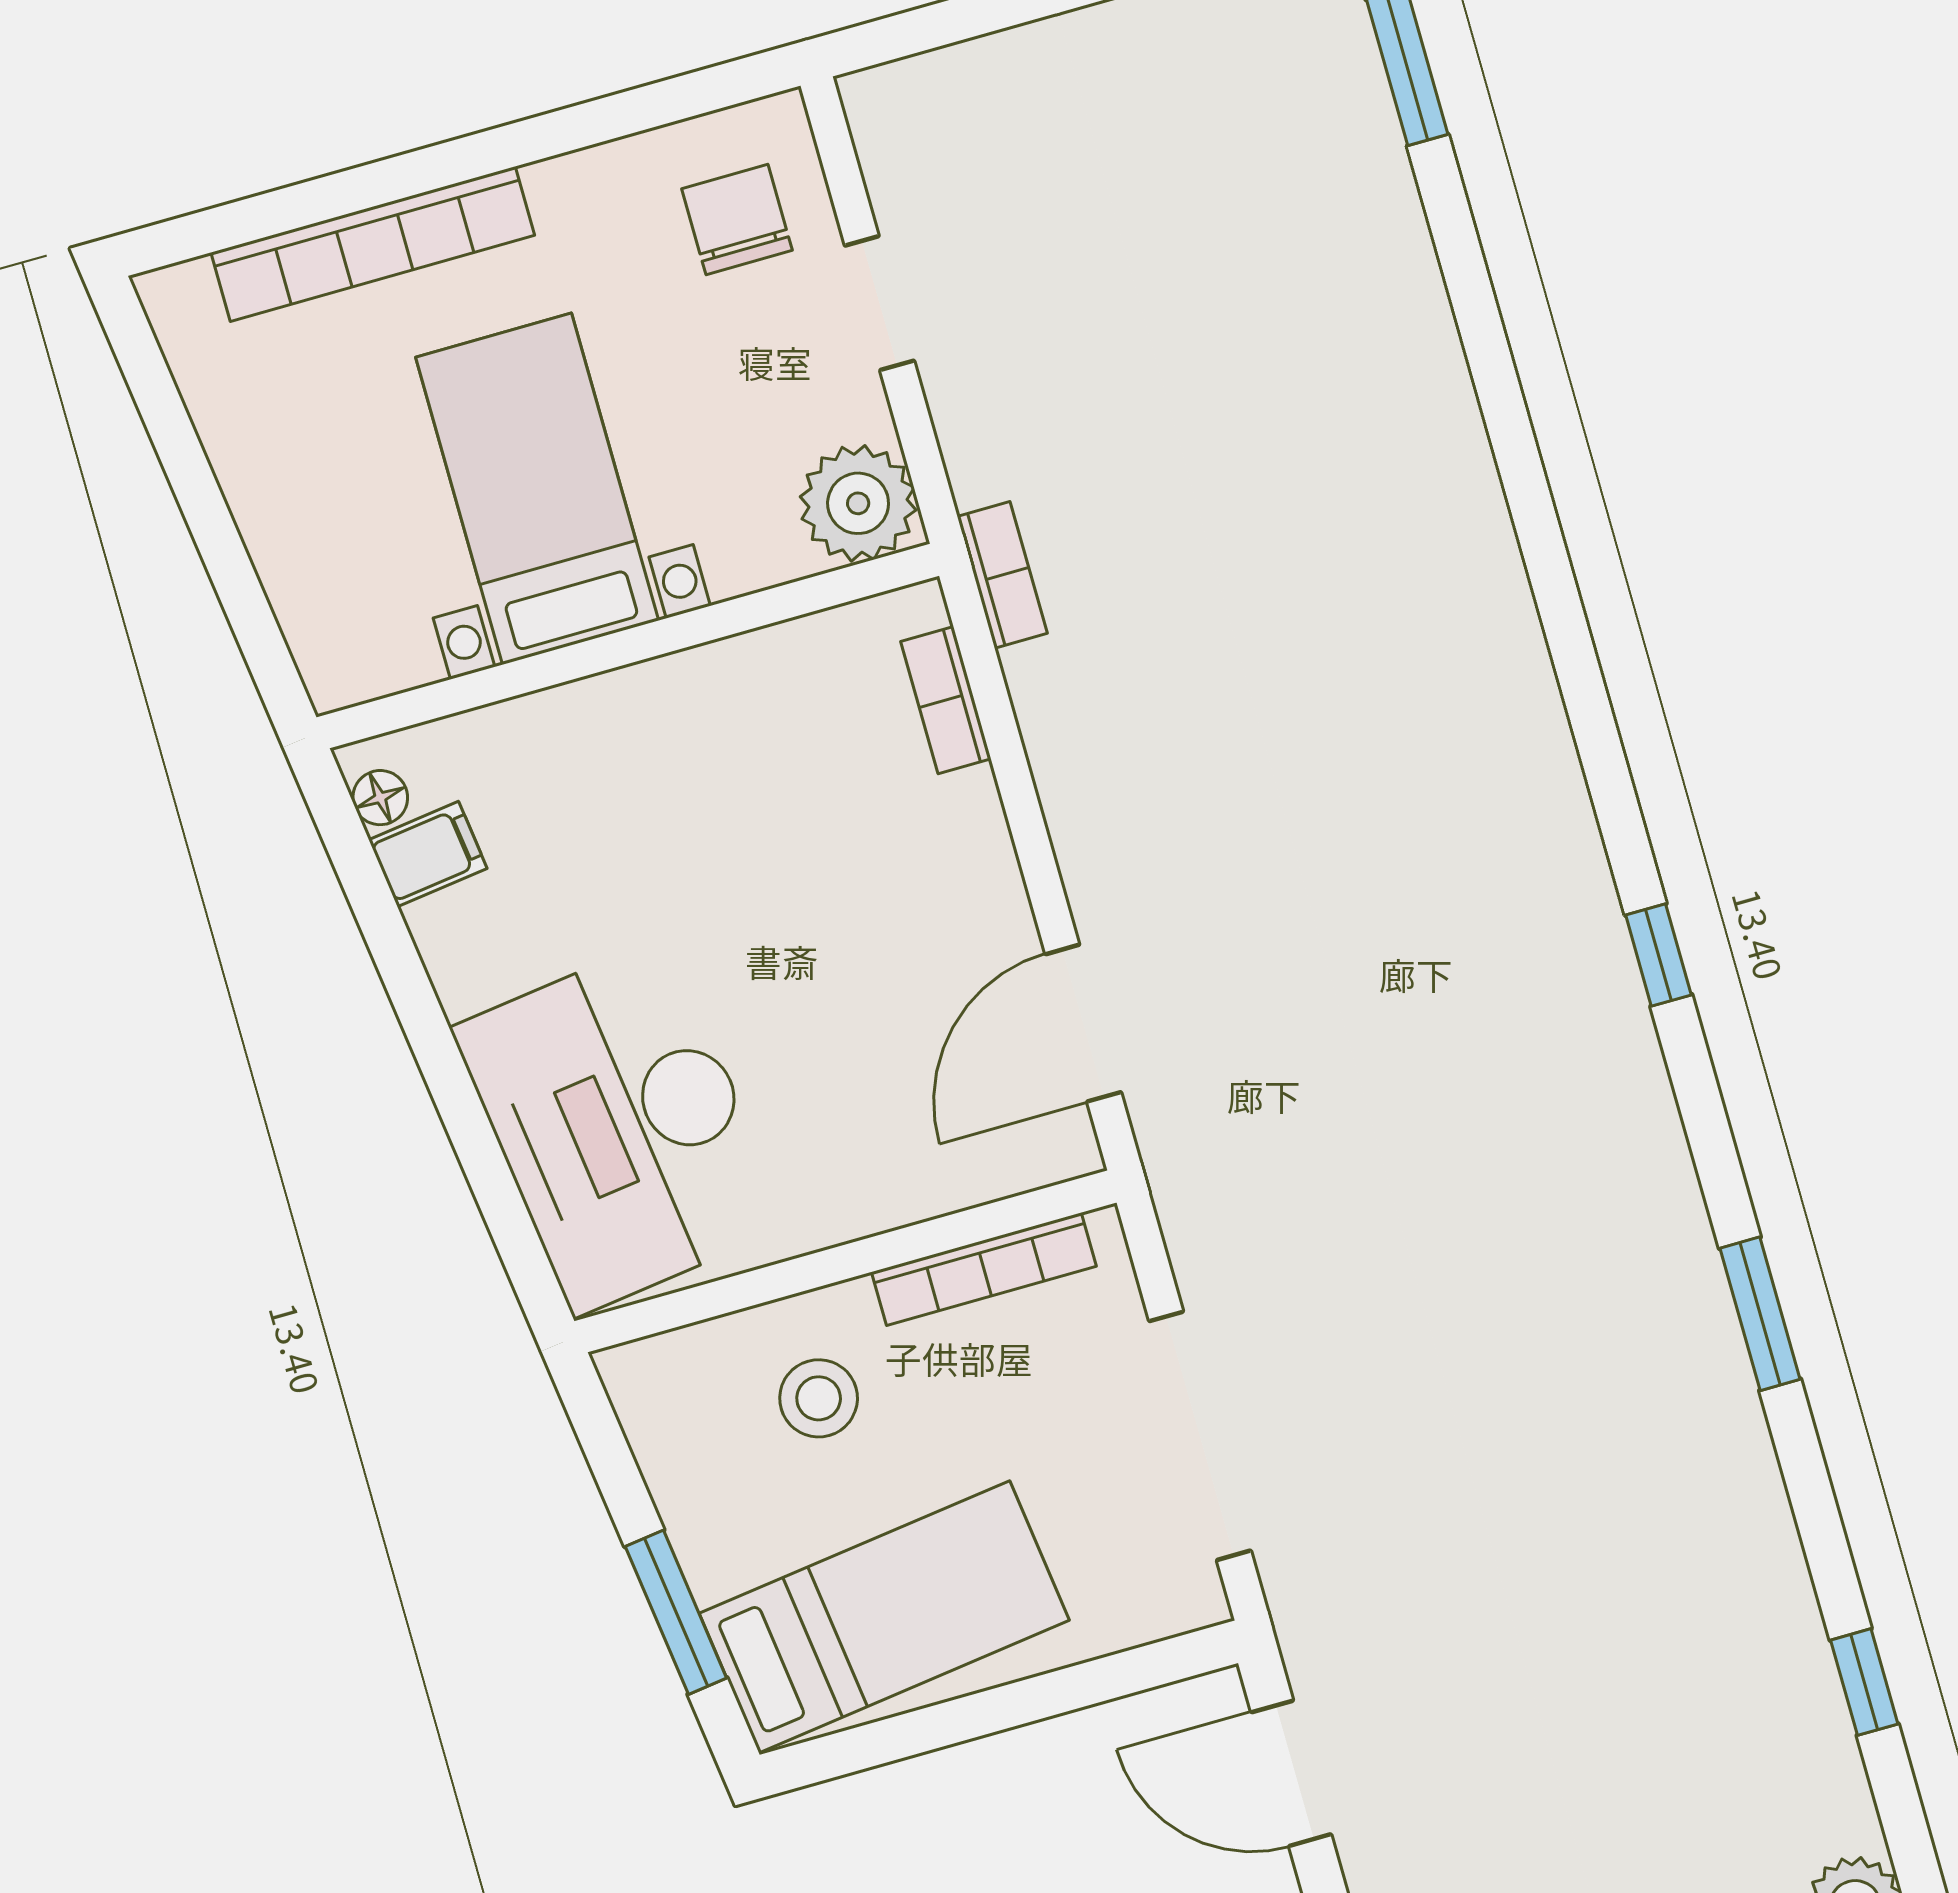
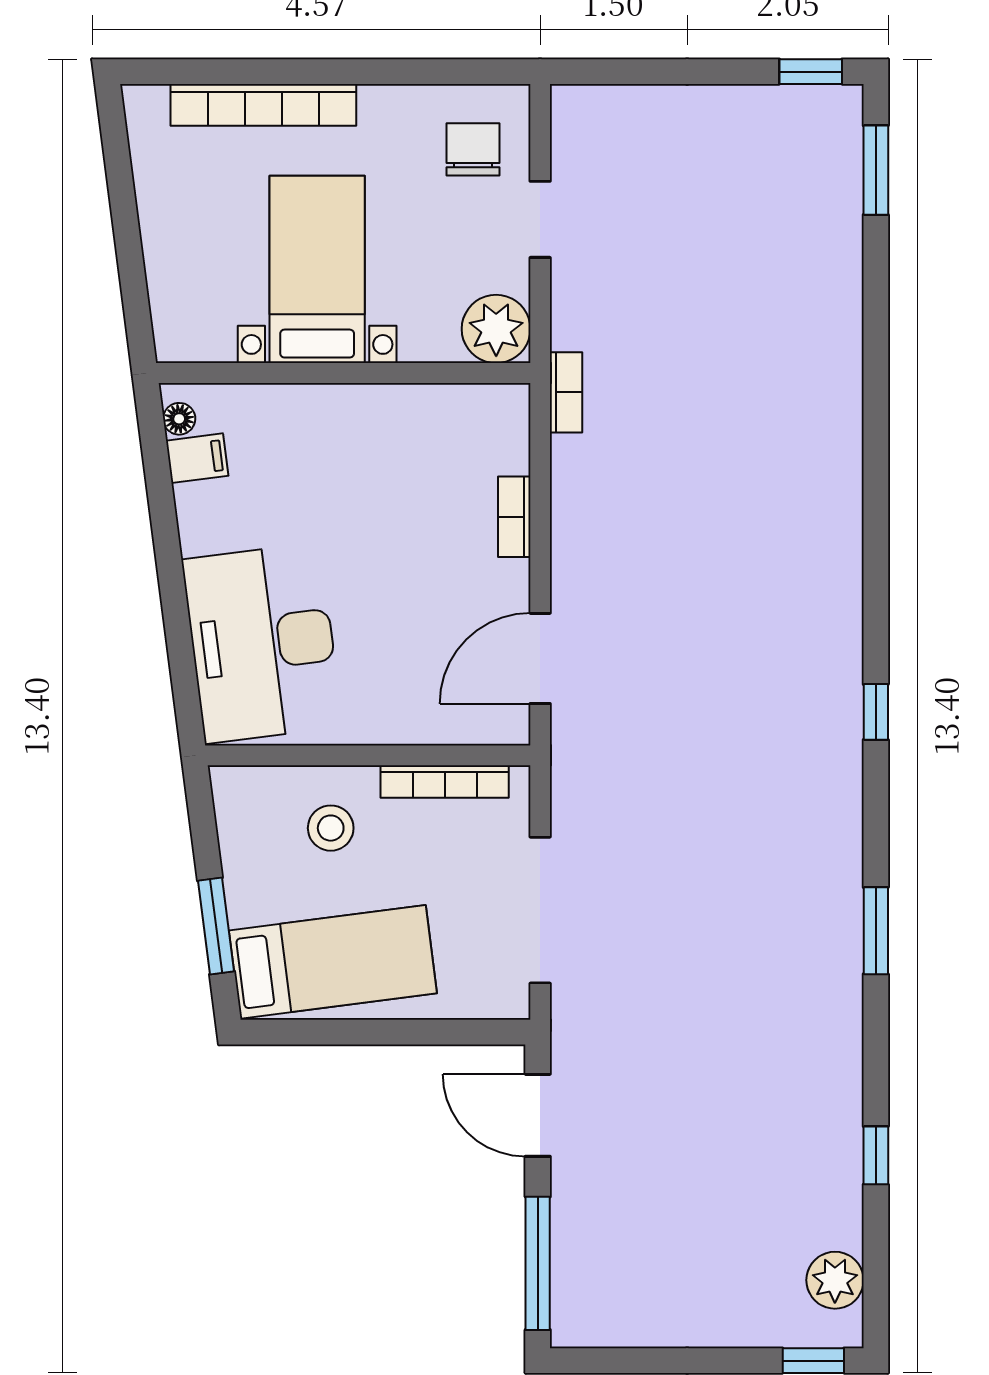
bookcase: (946, 700) -> (514, 517), moved

